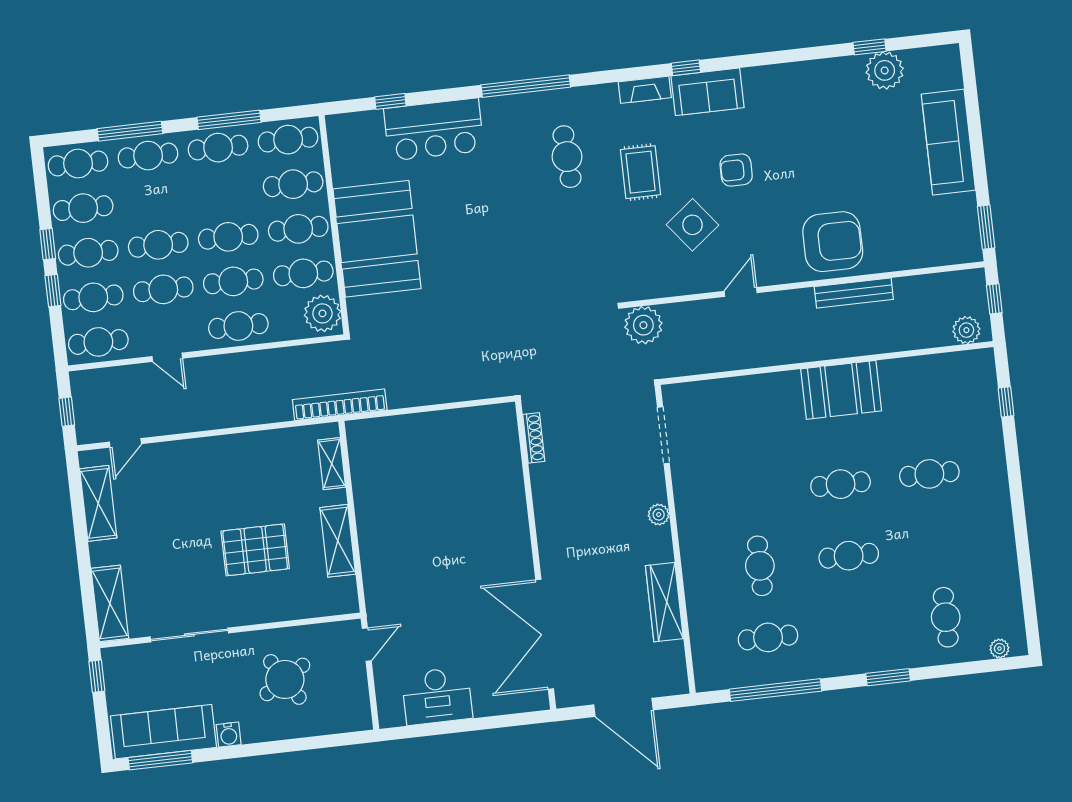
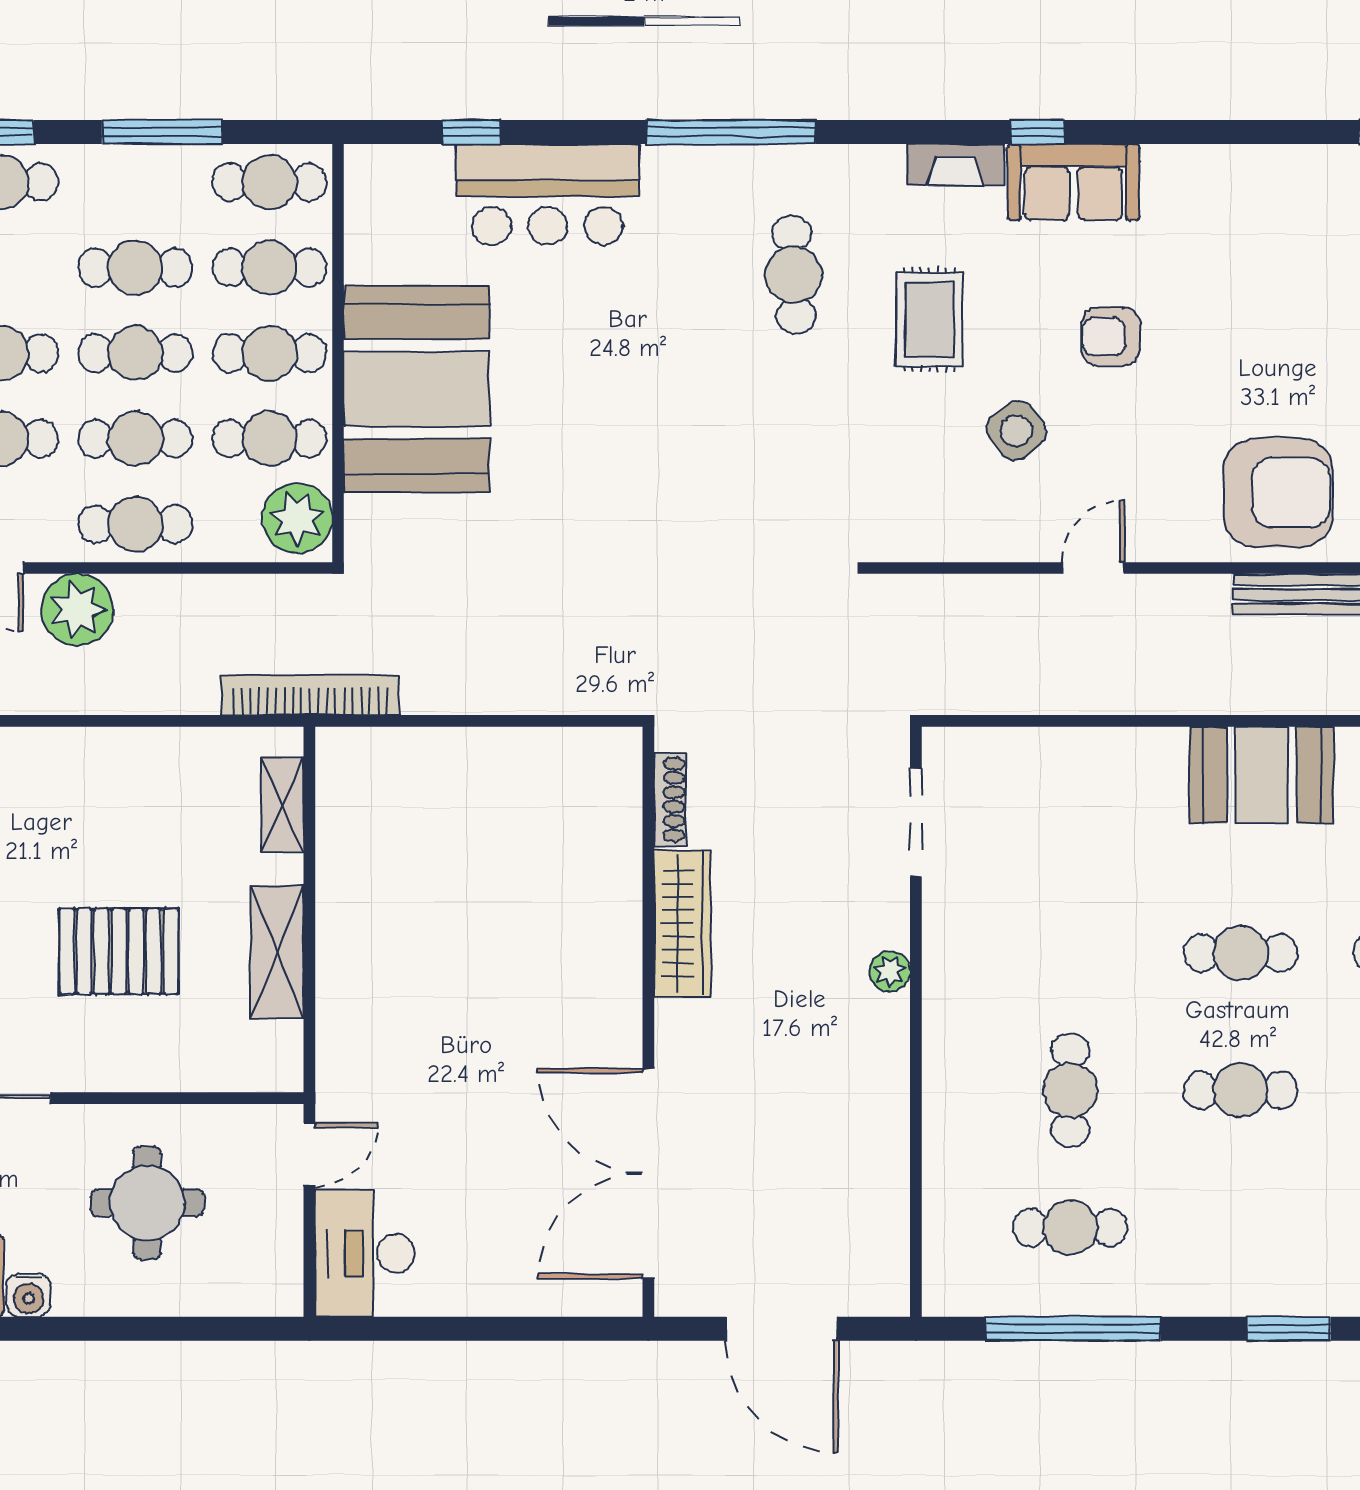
cafe table: (218, 148) -> (135, 268), moved
side table: (693, 225) -> (1016, 431), width x0.73, depth x0.73
plant: (643, 325) -> (77, 610), moved
wardrobe: (664, 602) -> (682, 923), moved, turned 180
round table: (285, 679) -> (147, 1203), turned 32
desk: (437, 696) -> (365, 1253), moved, turned 90

